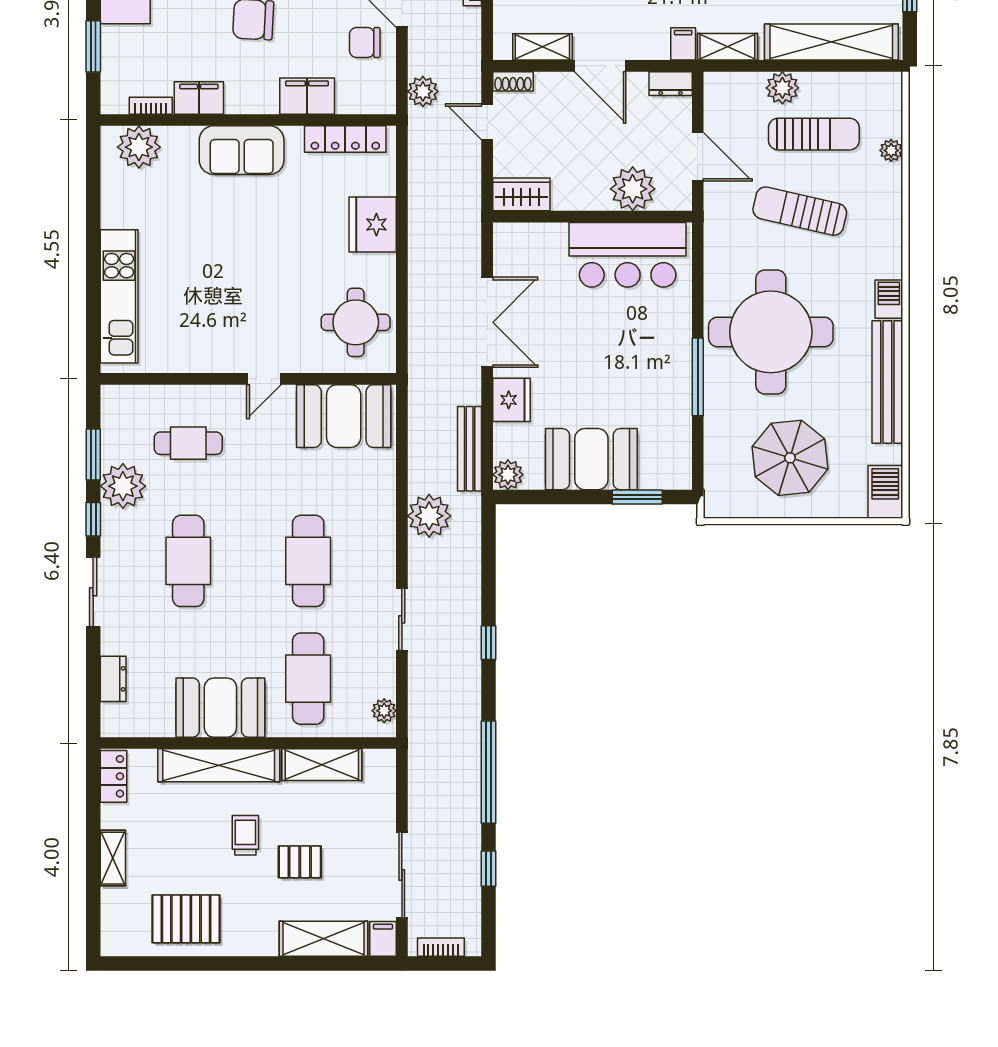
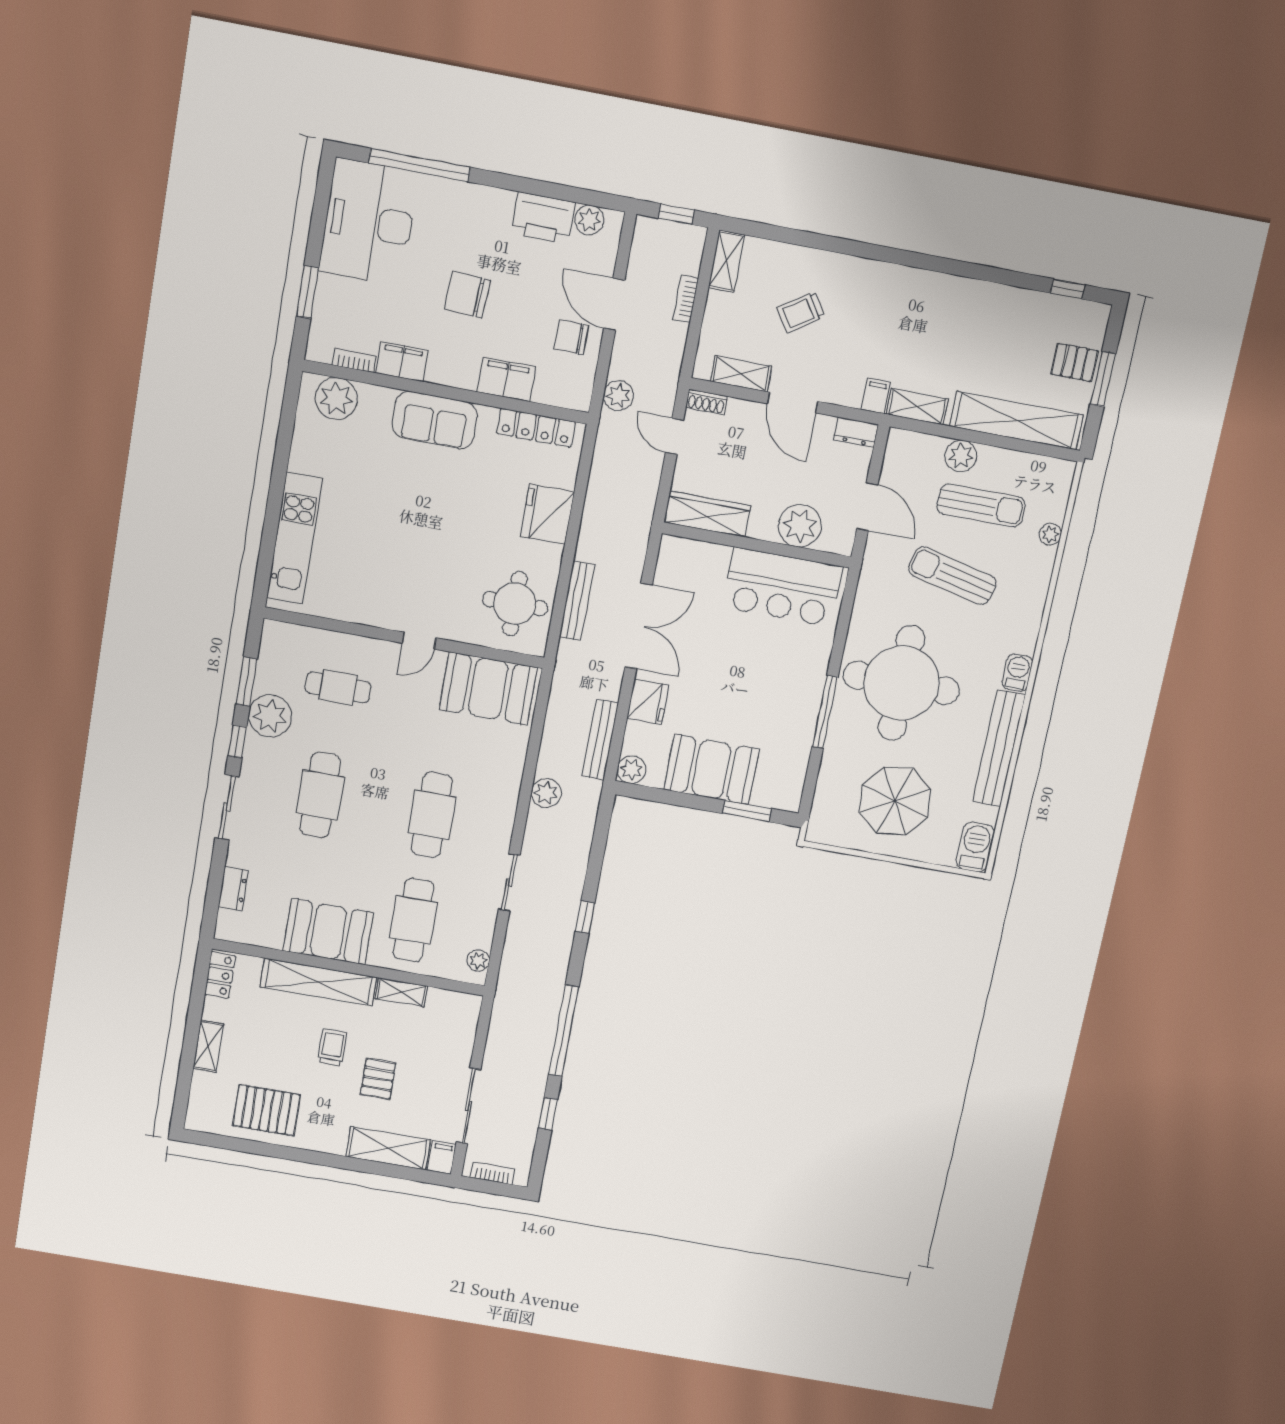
wardrobe: (521, 194) -> (707, 514), width x1.50
bench: (419, 308) -> (577, 601), added
plant: (429, 516) -> (546, 793), width x0.73, depth x0.73
shelving: (322, 765) -> (401, 992), width x0.67, depth x0.75
pallet: (300, 862) -> (378, 1079), turned 90

